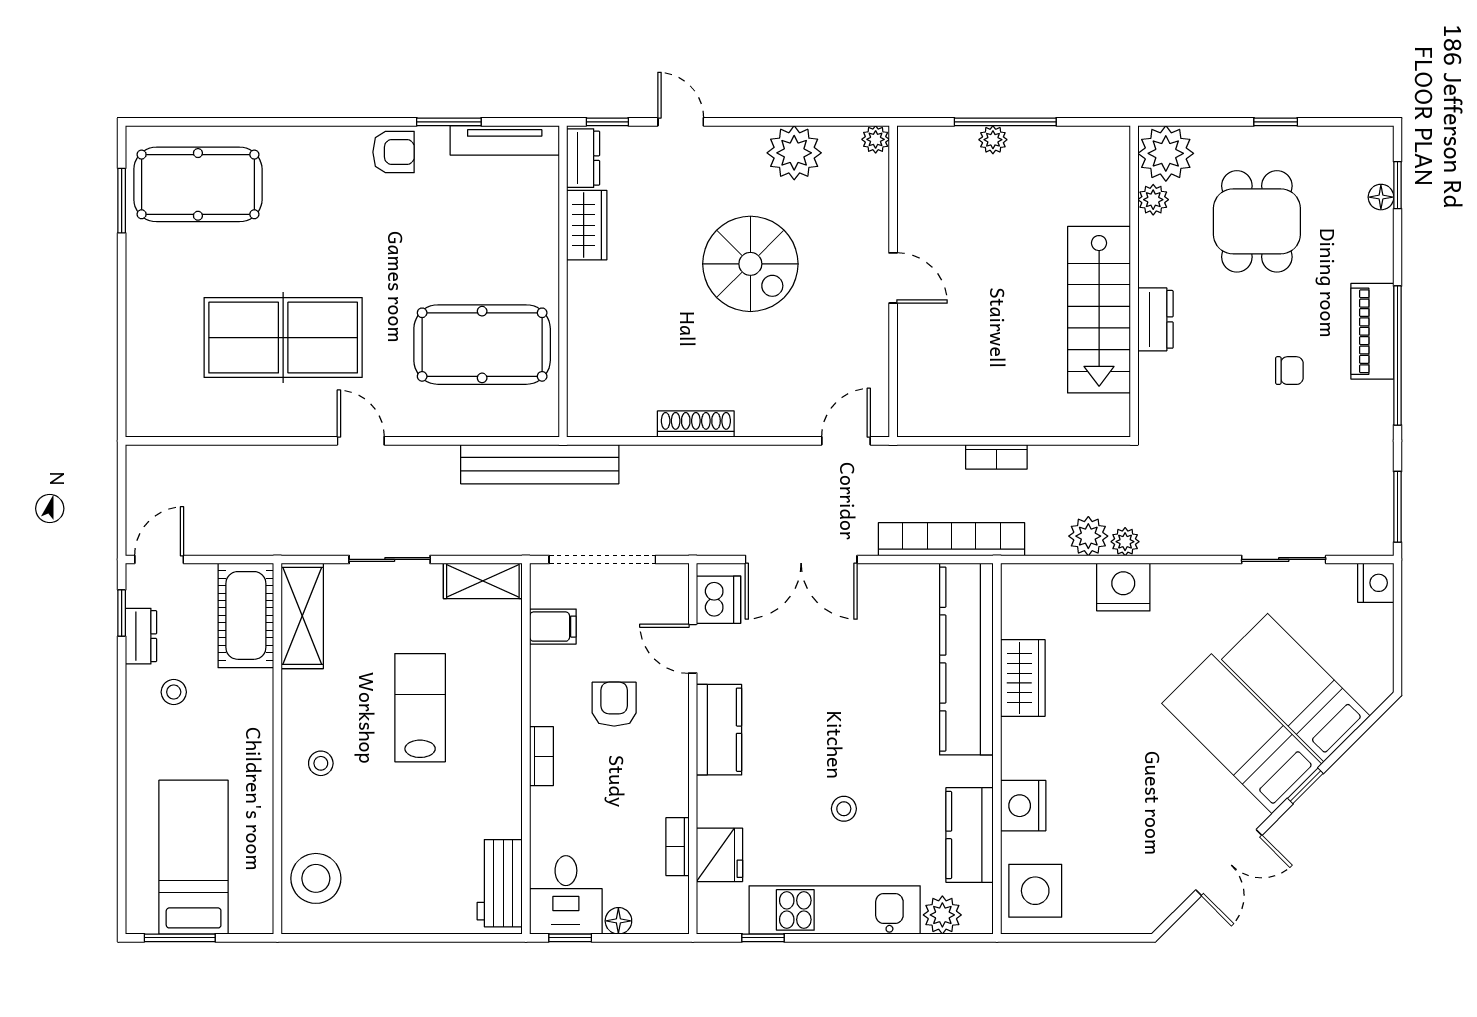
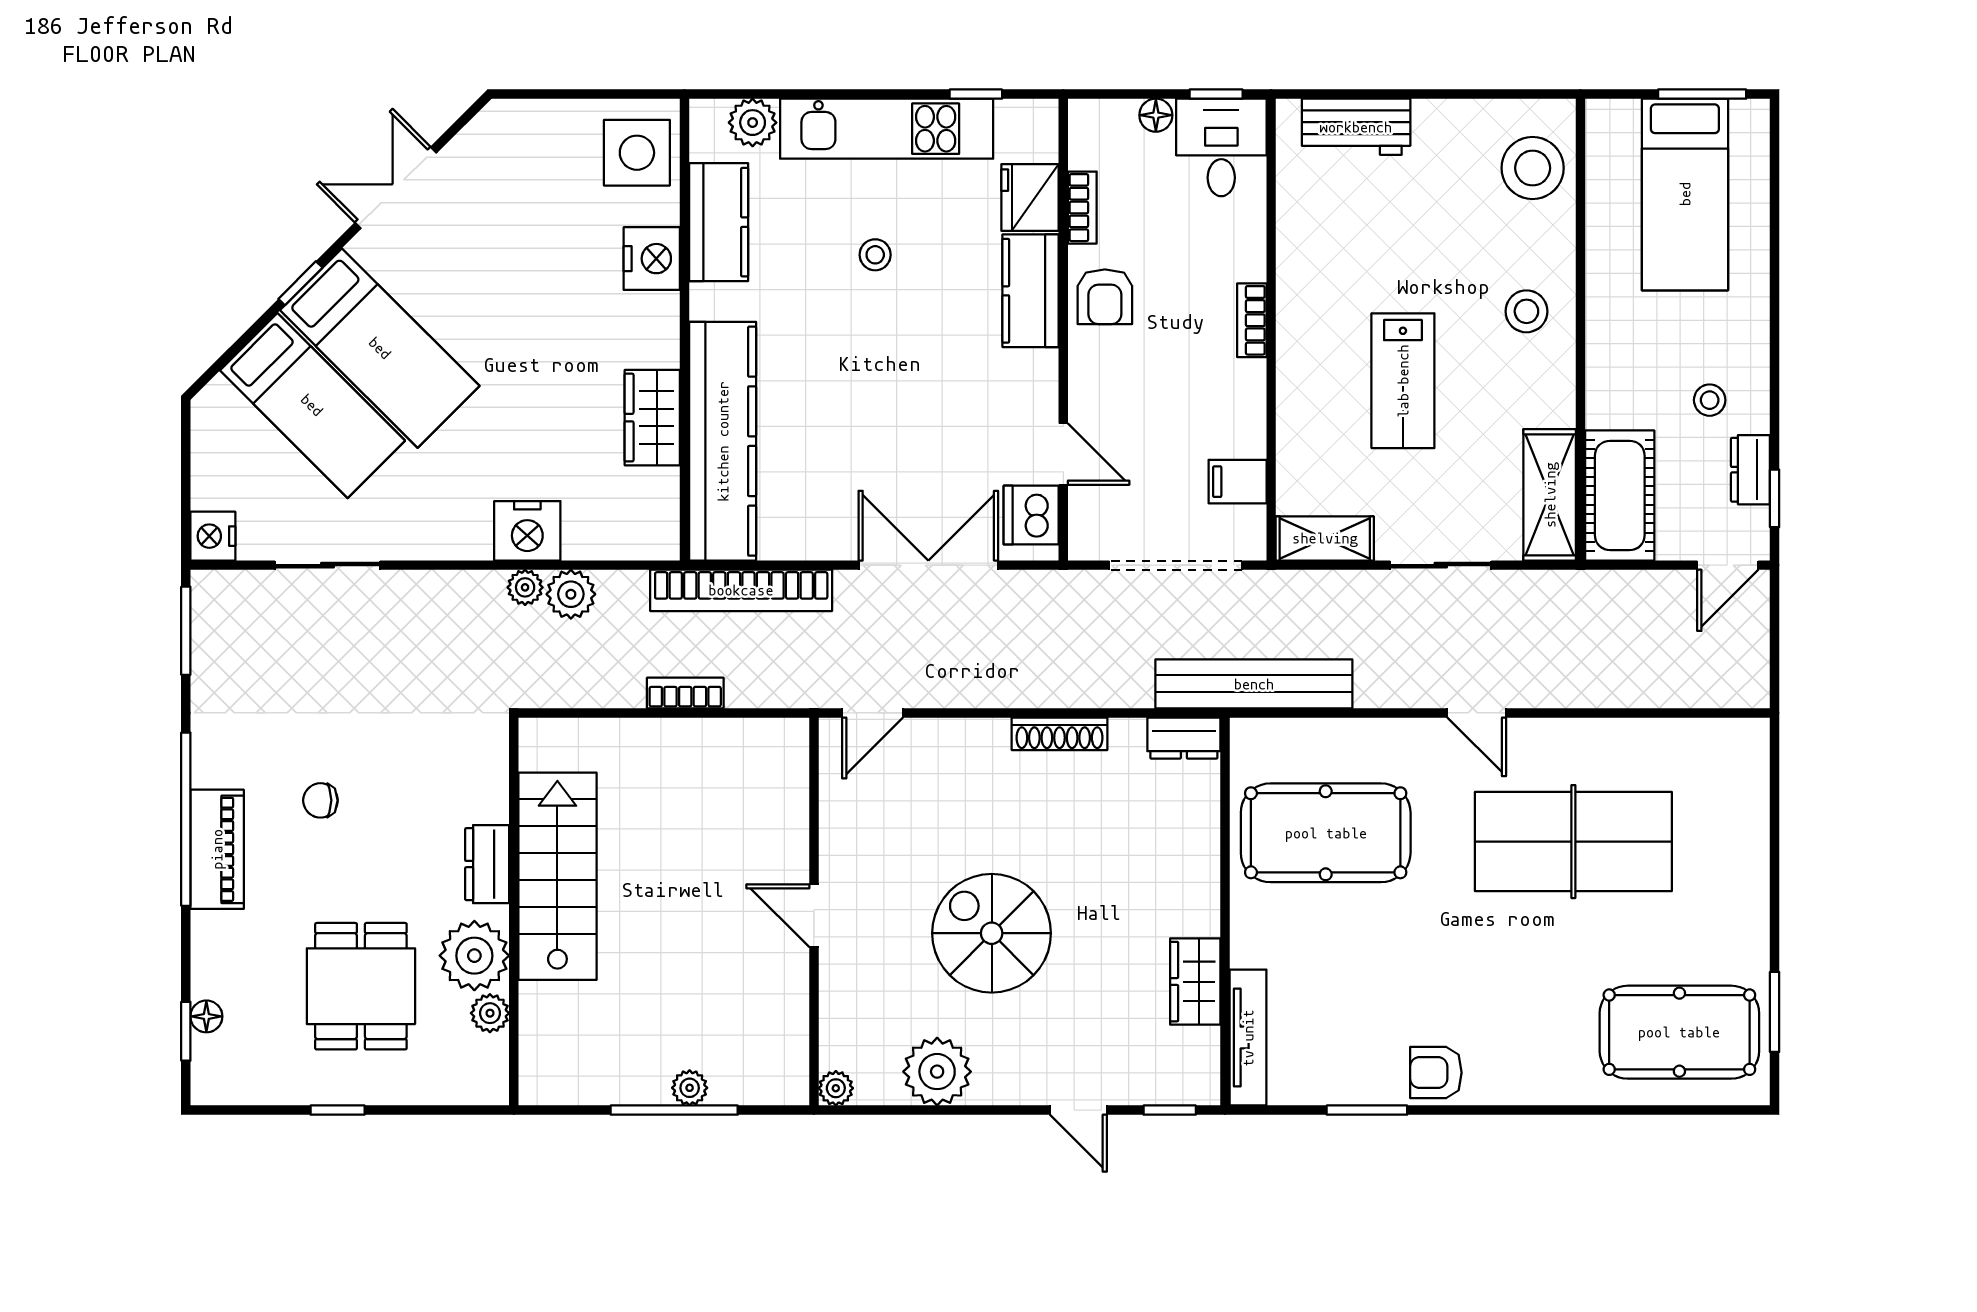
tv unit: (505, 140) -> (1248, 1038), moved, turned 90
plant: (1166, 153) -> (474, 956), moved
dresser: (583, 158) -> (1184, 738), moved, turned -90
armchair: (614, 704) -> (1105, 297), moved
kitchen counter: (719, 730) -> (1031, 291), moved
stool: (321, 763) -> (1526, 311), width x1.37, depth x1.37
workbench: (500, 883) -> (1356, 127), moved, turned 90

